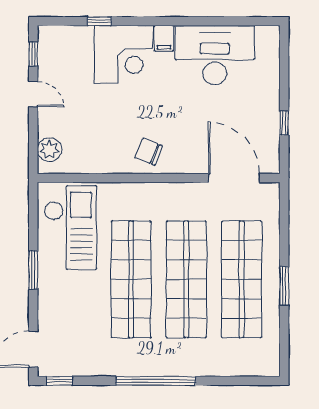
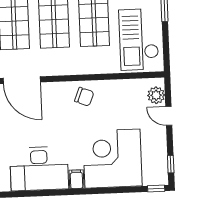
window: (100, 21) -> (156, 188), moved
corner desk: (124, 54) -> (112, 159), width x1.36, depth x1.36
door: (33, 94) -> (169, 116), moved

